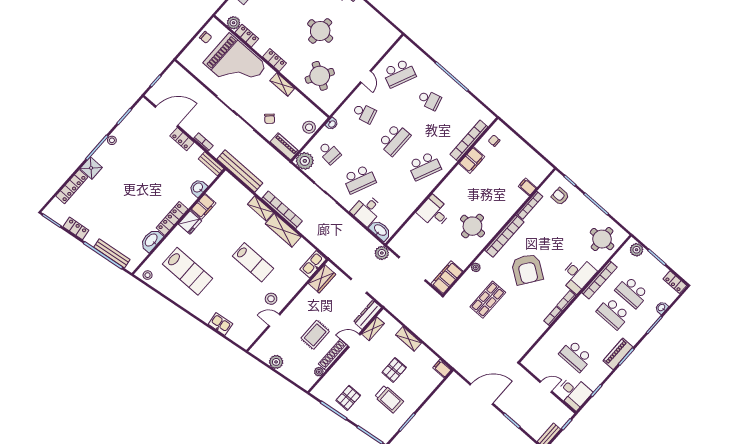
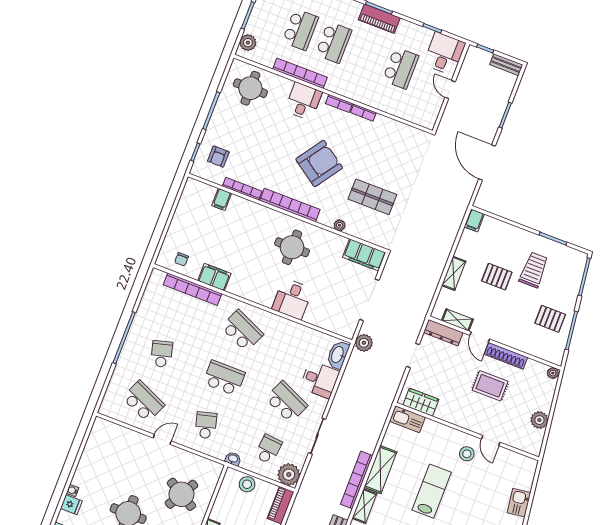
desk: (578, 275) -> (303, 101), width x0.73
plant: (319, 372) -> (553, 373), moved

